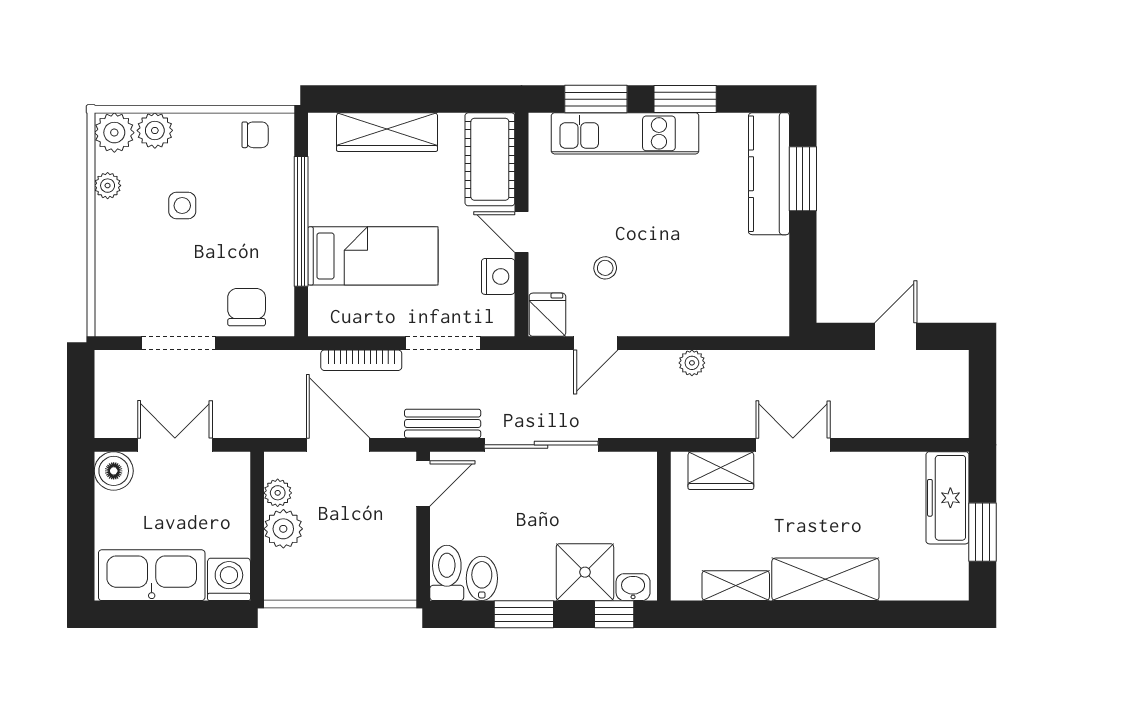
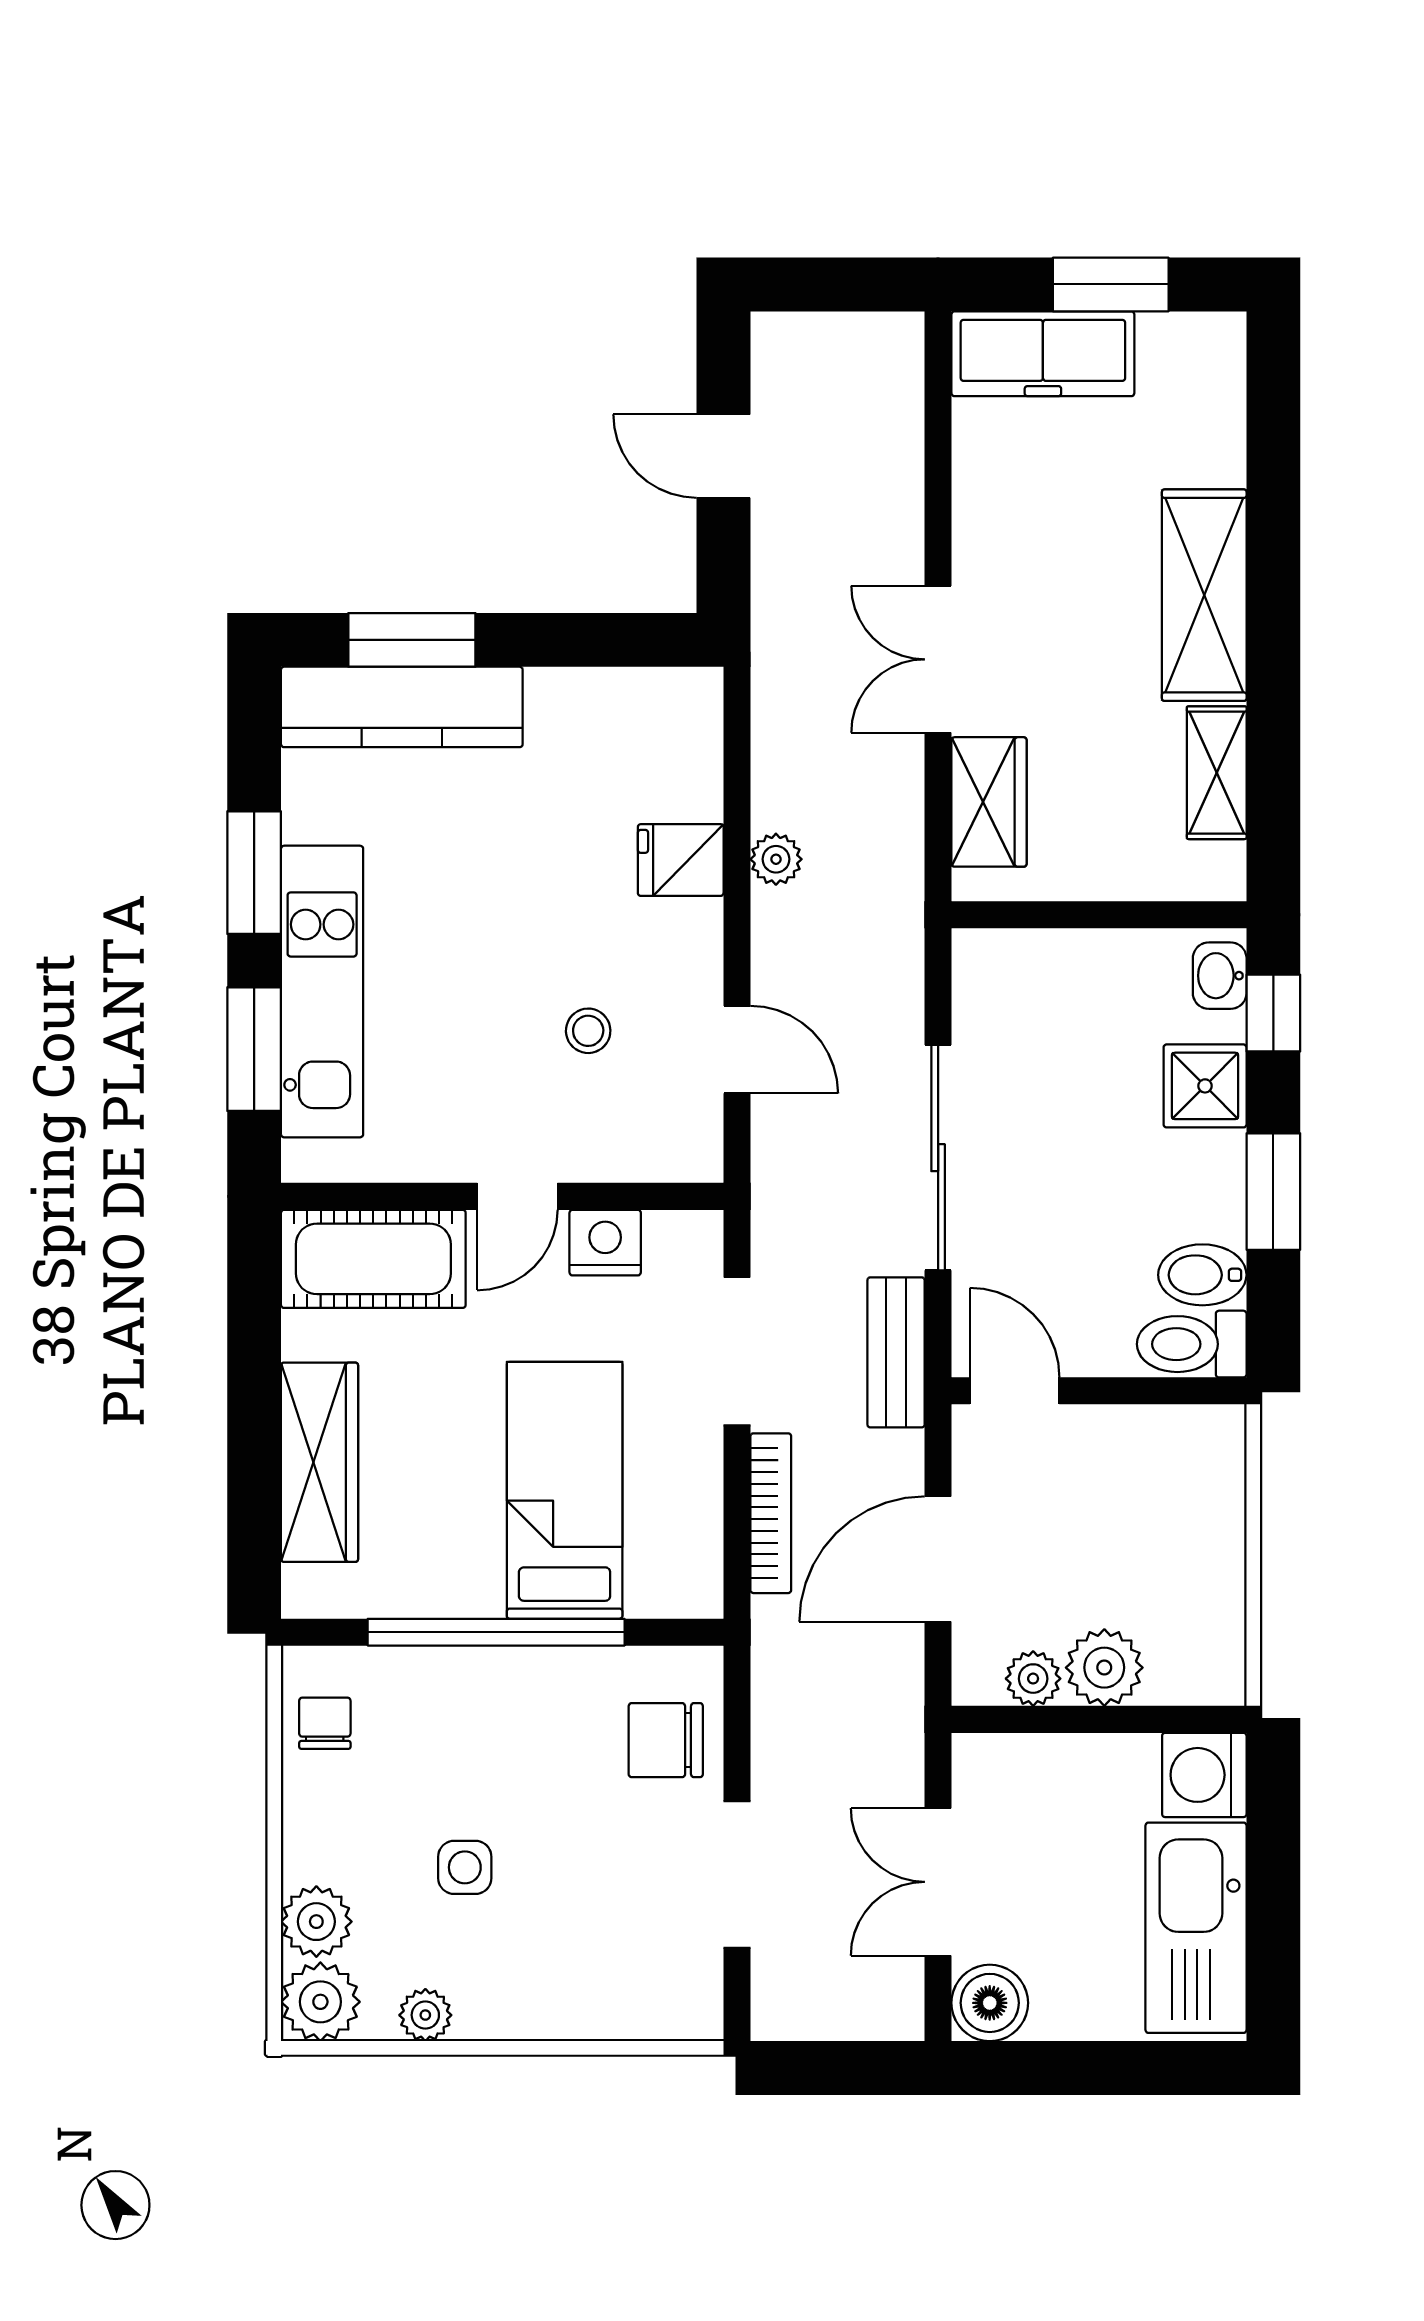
fridge: (547, 315) -> (681, 860), moved
shower: (585, 572) -> (1205, 1086), width x0.73, depth x0.73

